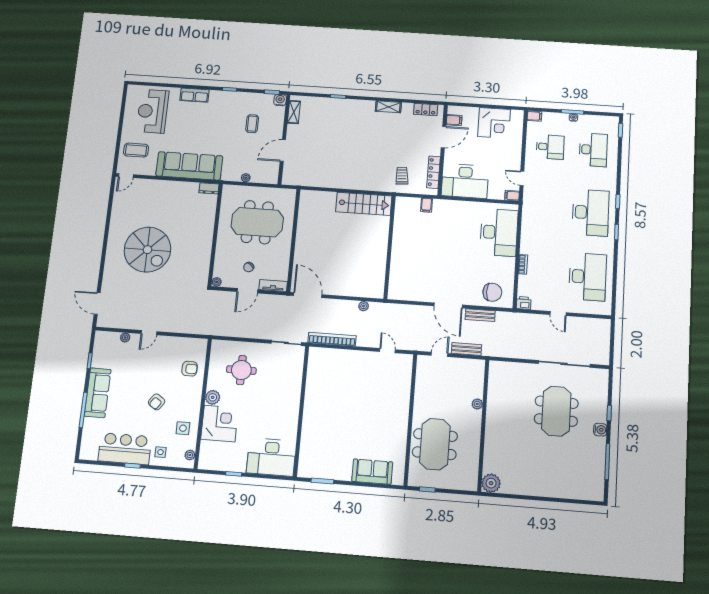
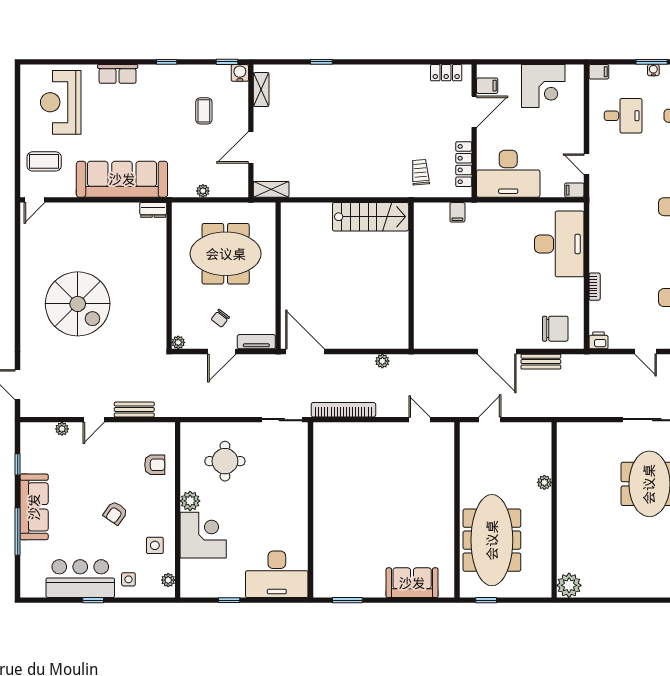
shelving: (388, 107) -> (271, 189), moved
bench: (467, 349) -> (134, 409), moved
meeting table: (435, 444) -> (492, 540), width x1.36

